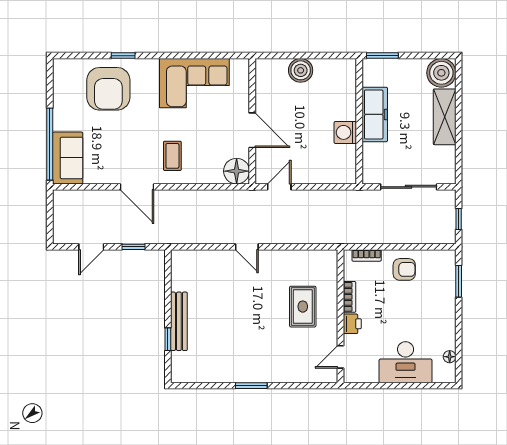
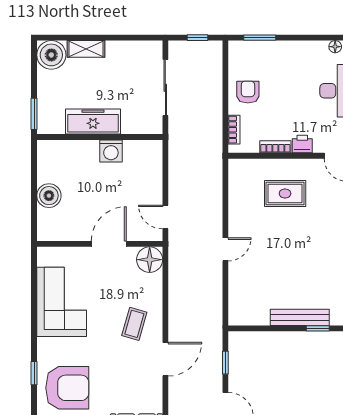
shelving: (445, 117) -> (86, 49), width x0.67, depth x0.75
coffee table: (172, 156) -> (134, 324), turned -74

